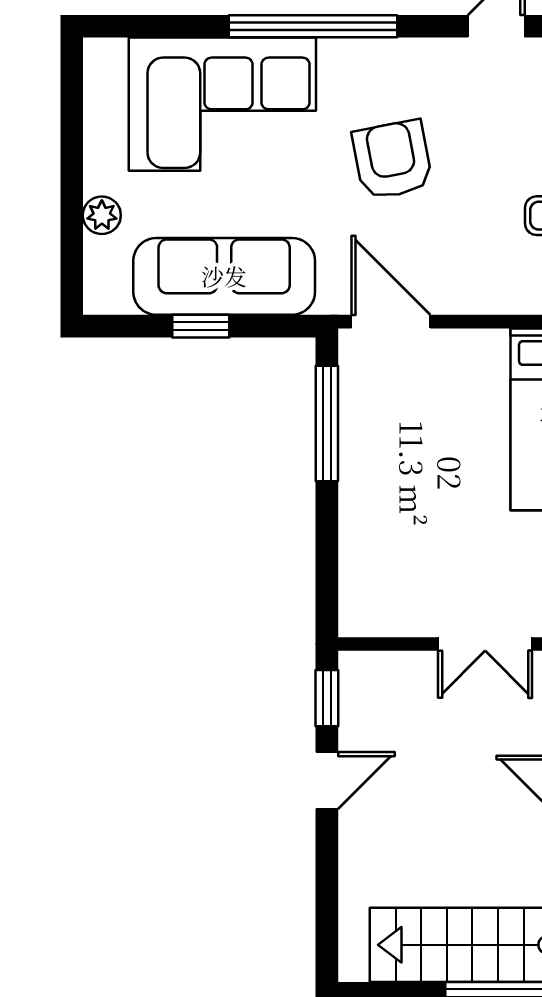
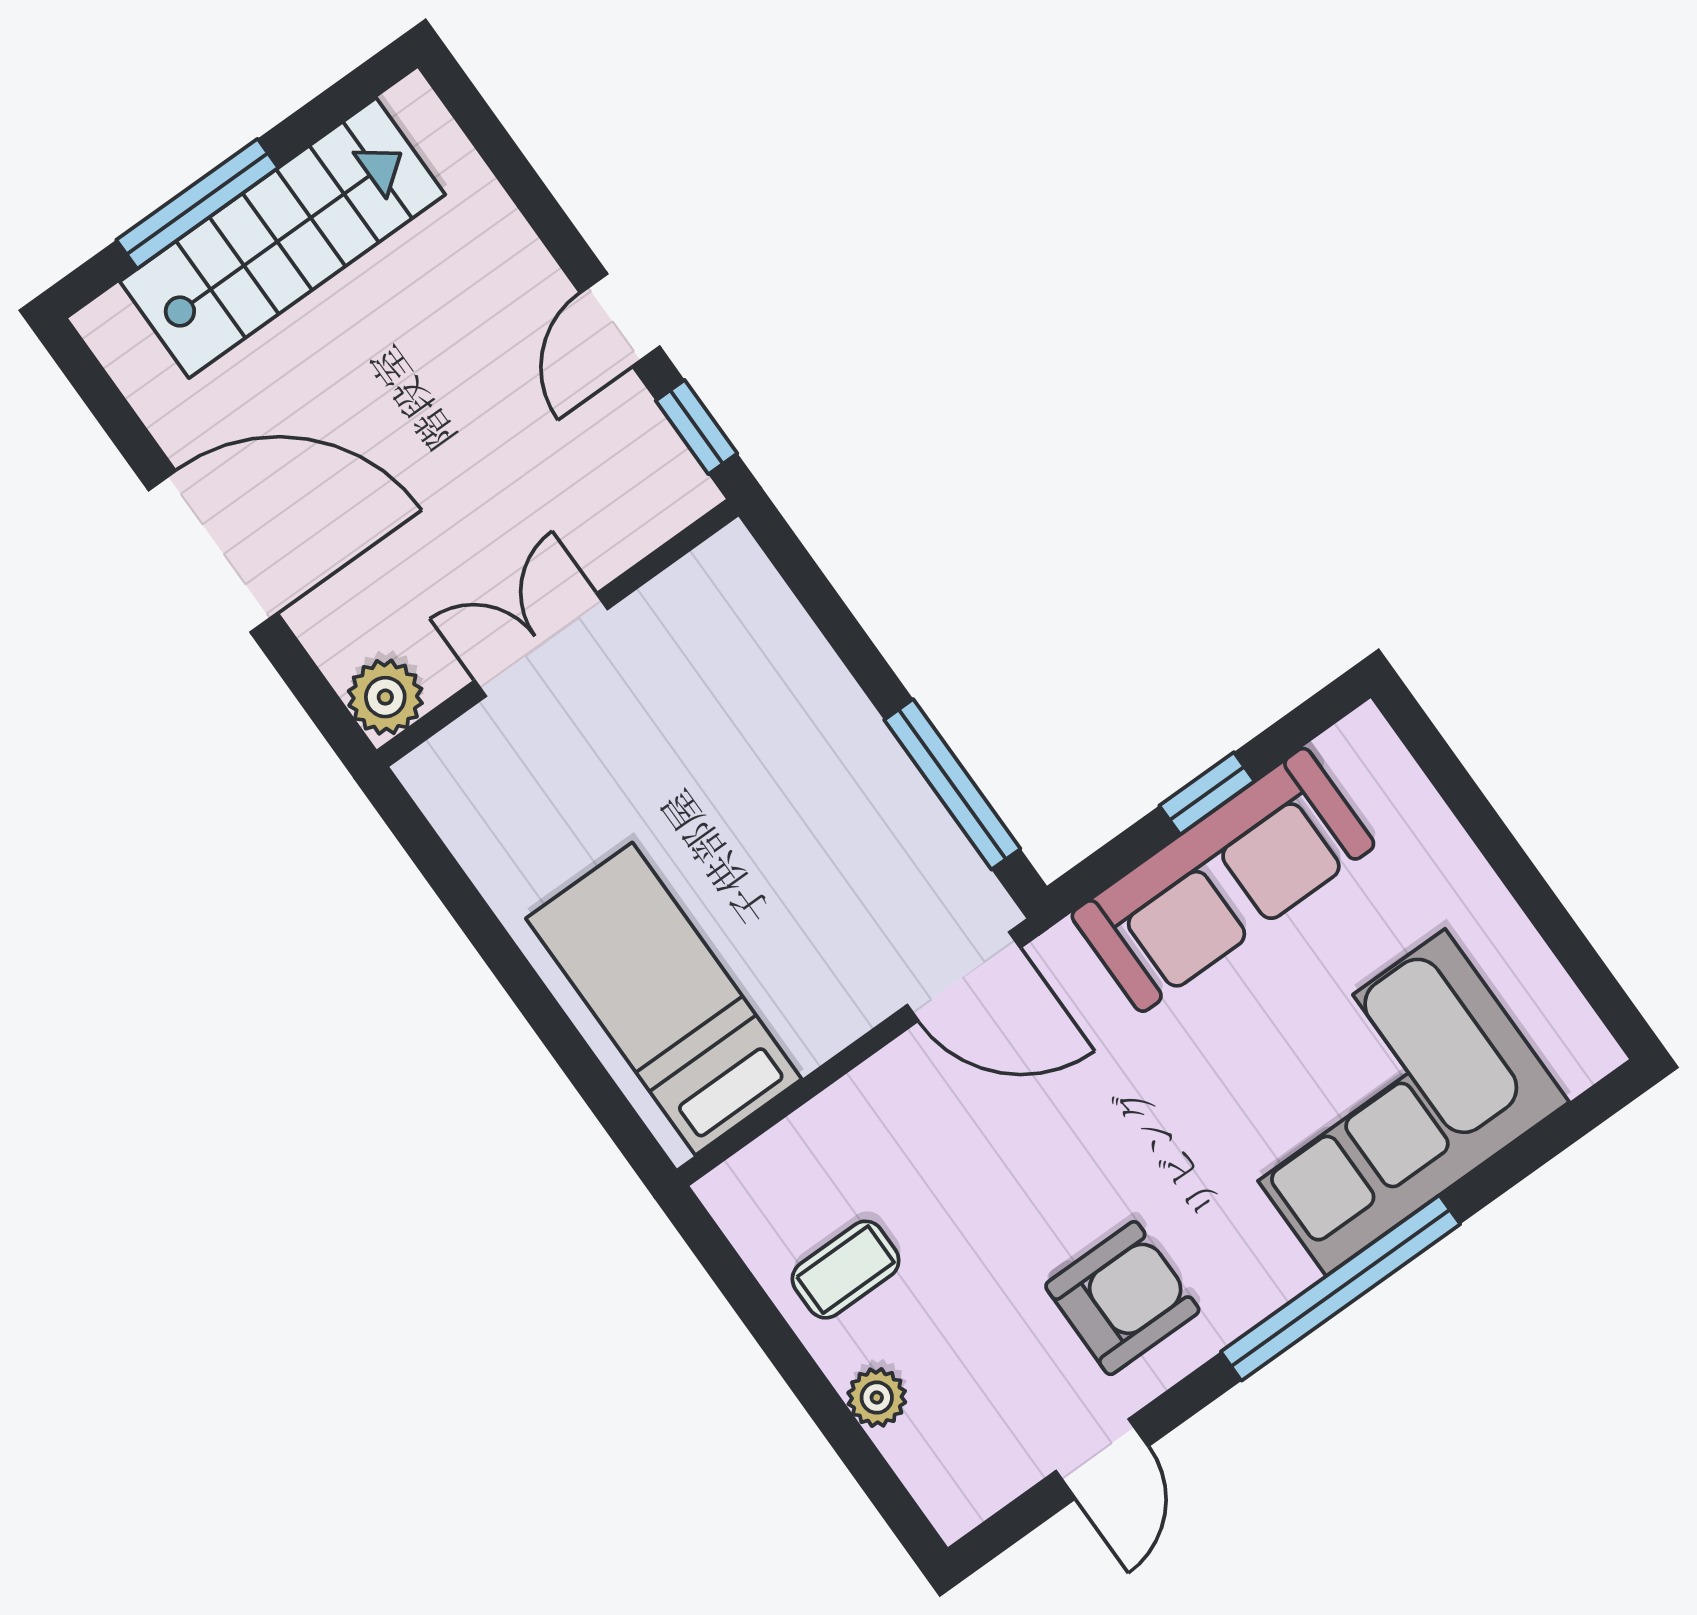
armchair: (392, 160) -> (1122, 1298), moved, turned -79
plant: (102, 215) -> (1439, 845), removed

